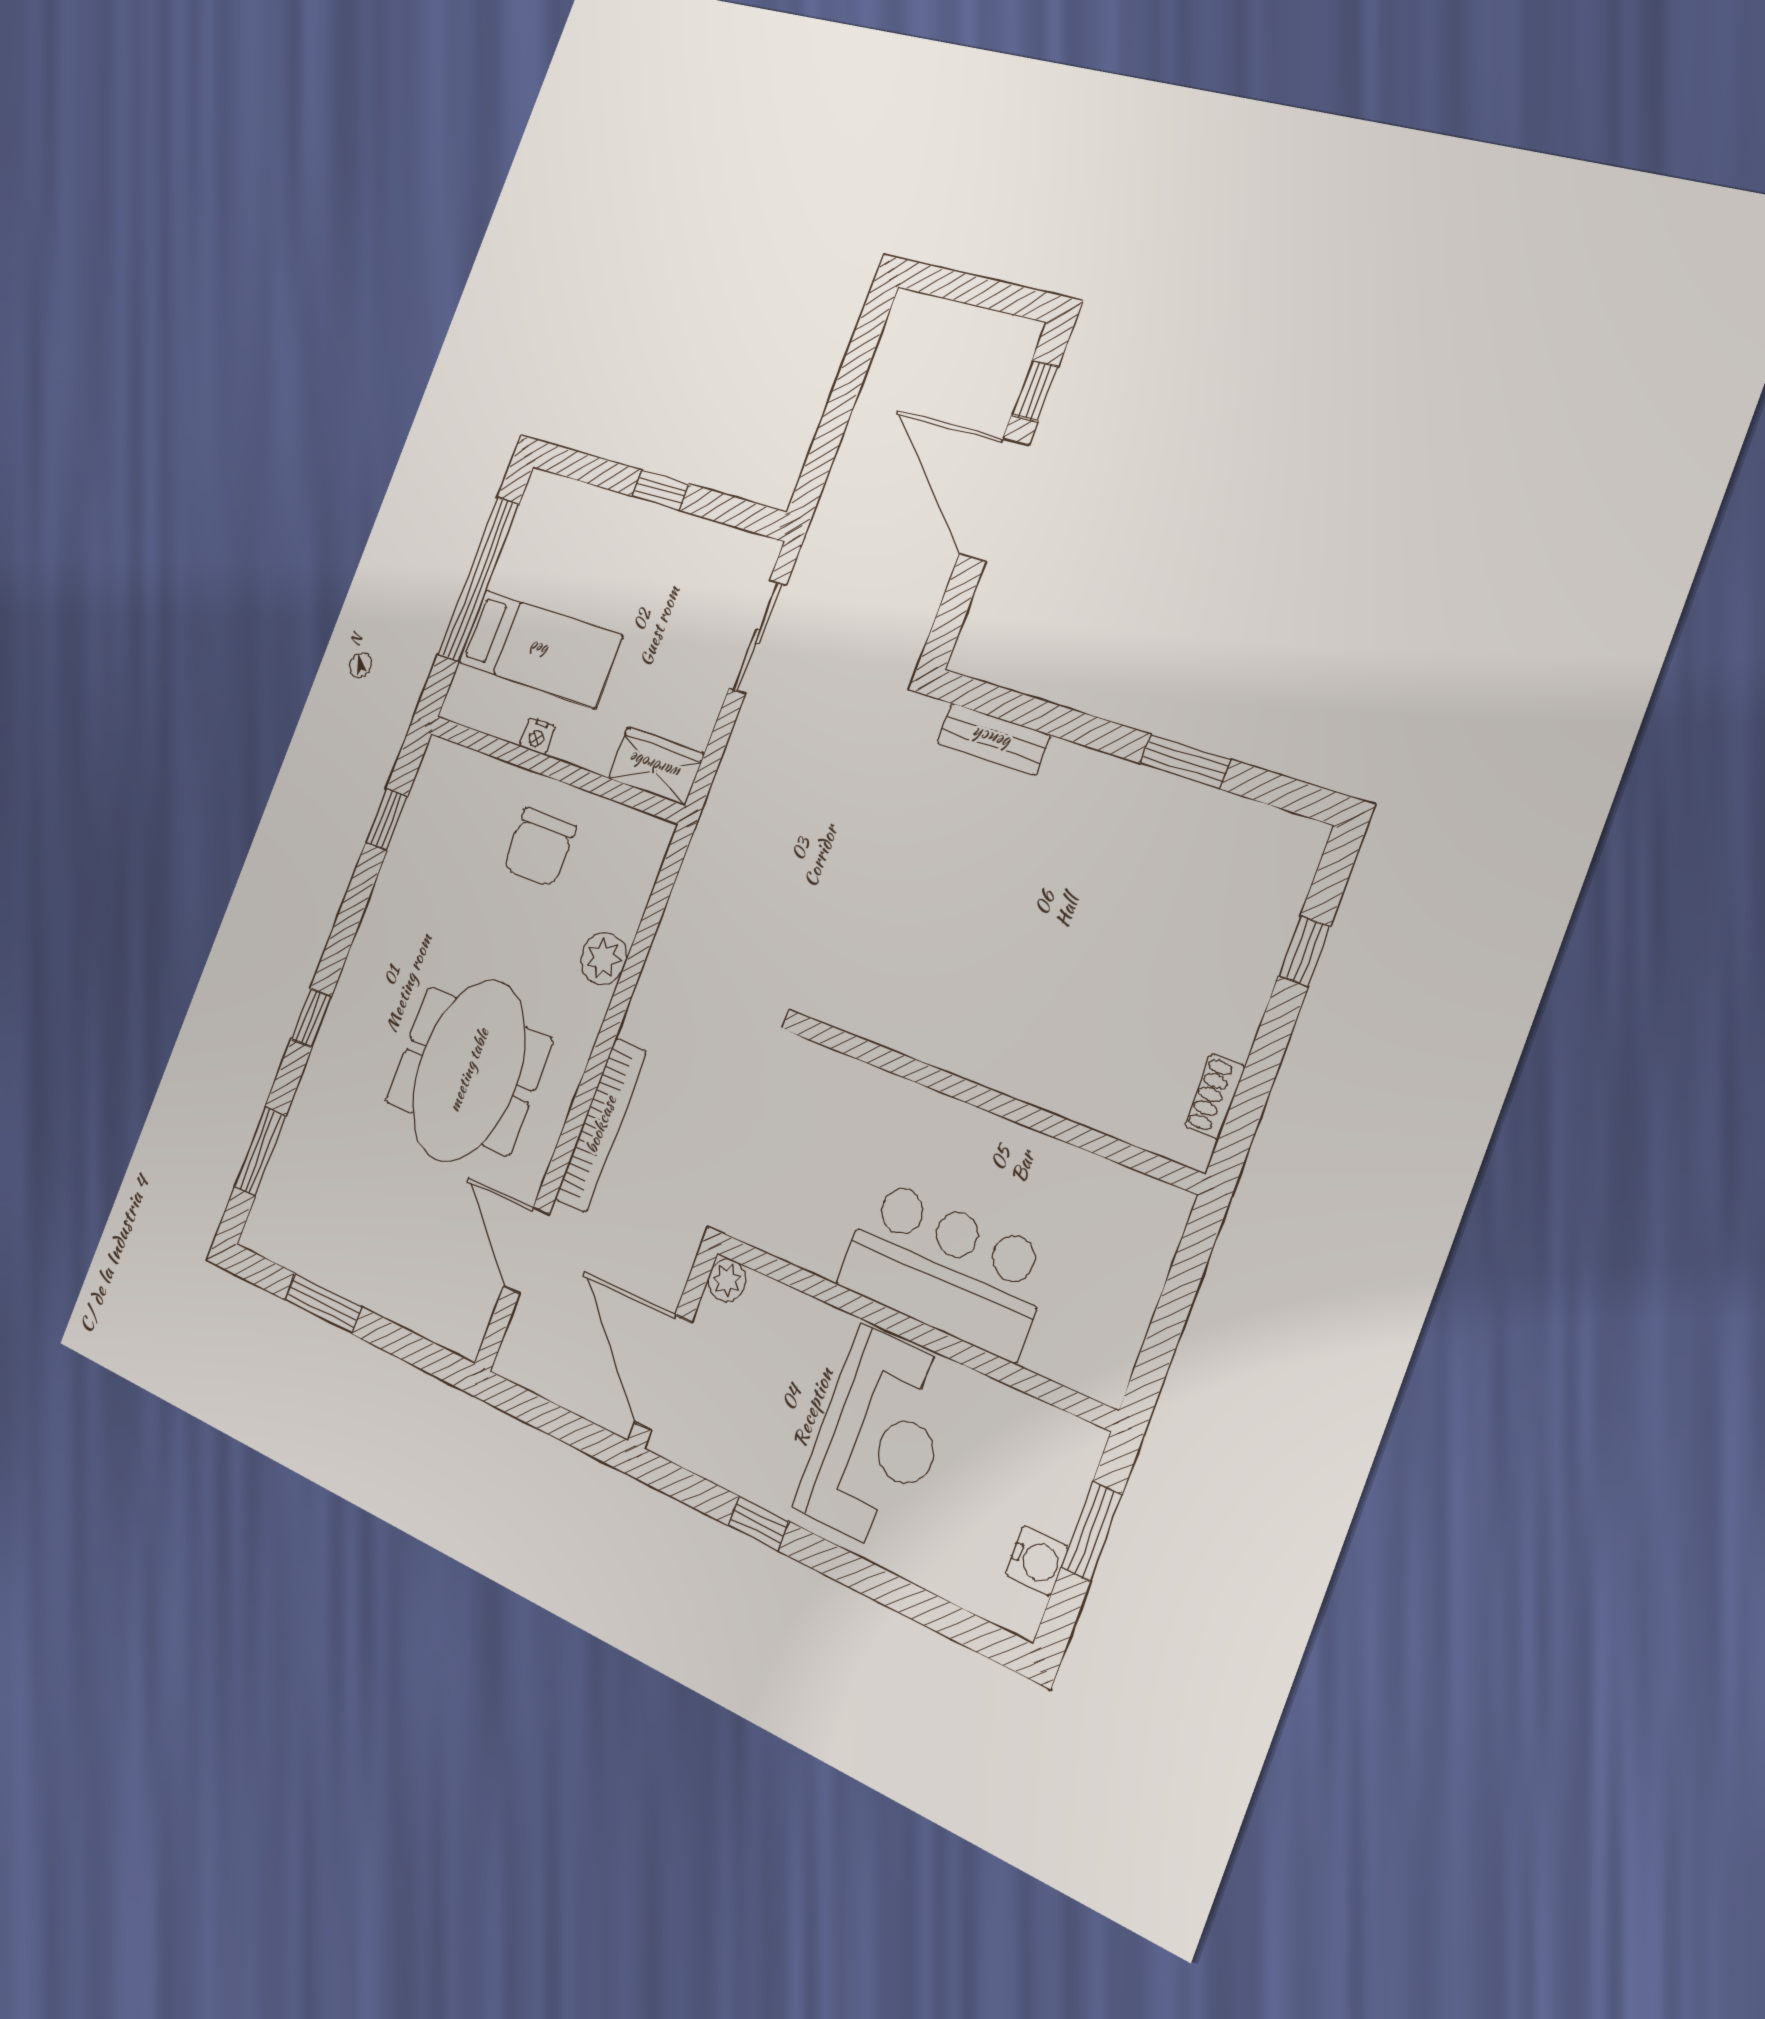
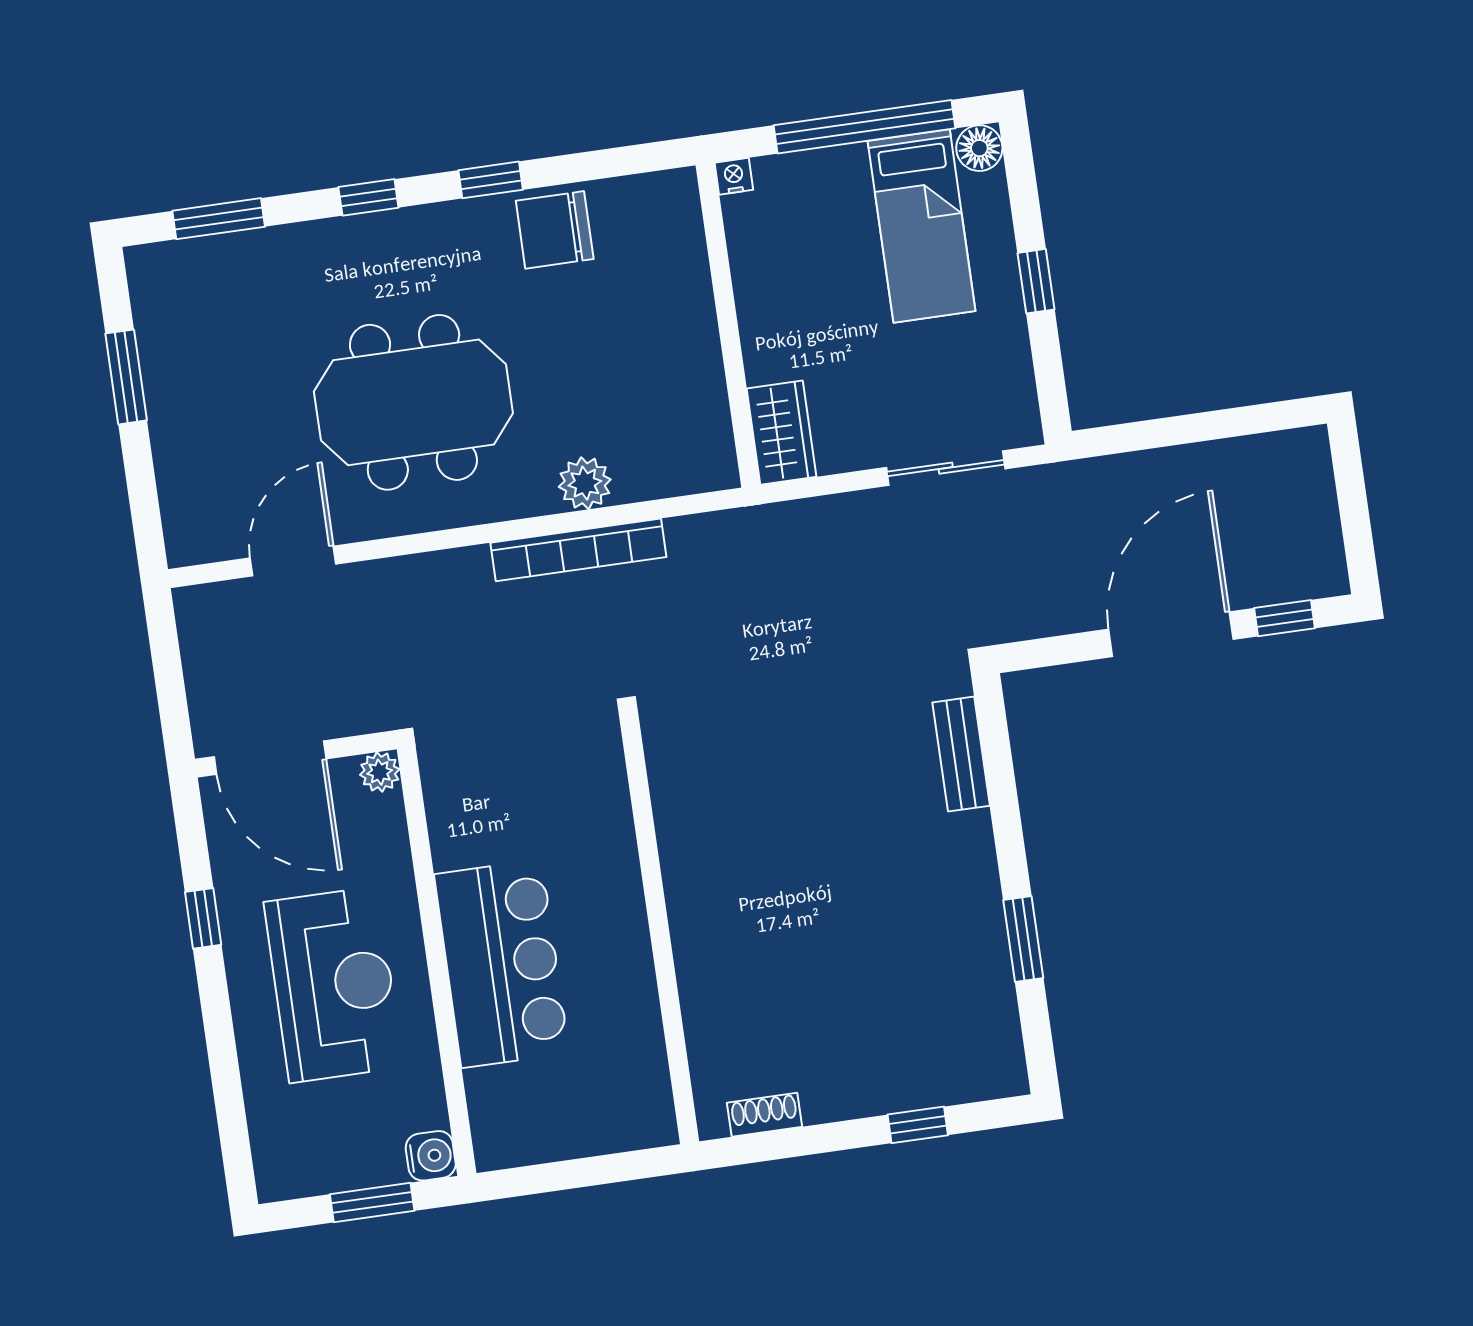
floor lamp: (542, 492) -> (979, 148), added
bed: (540, 649) -> (922, 226), moved
nightstand: (537, 736) -> (734, 176), moved, turned 90
window: (387, 819) -> (491, 180), moved
chair: (539, 847) -> (555, 230), moved
bookcase: (601, 1125) -> (578, 550), moved
door: (663, 1372) -> (270, 758), swing flipped
reception desk: (878, 1439) -> (333, 985), turned -90
water cooler: (1037, 1561) -> (431, 1156), moved, turned -90

